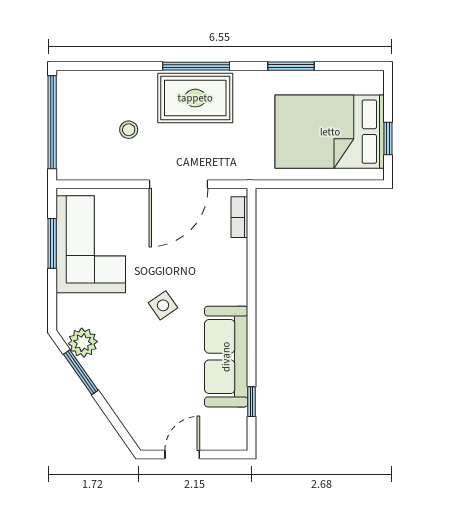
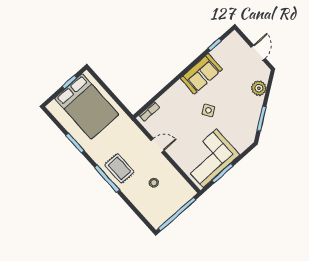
rug: (195, 98) -> (119, 168), width x0.73, depth x0.70
door: (179, 184) -> (158, 146), width x0.53
plant: (83, 343) -> (259, 88), moved
sofa: (226, 357) -> (201, 74), width x0.73
door: (182, 454) -> (258, 53), swing flipped

